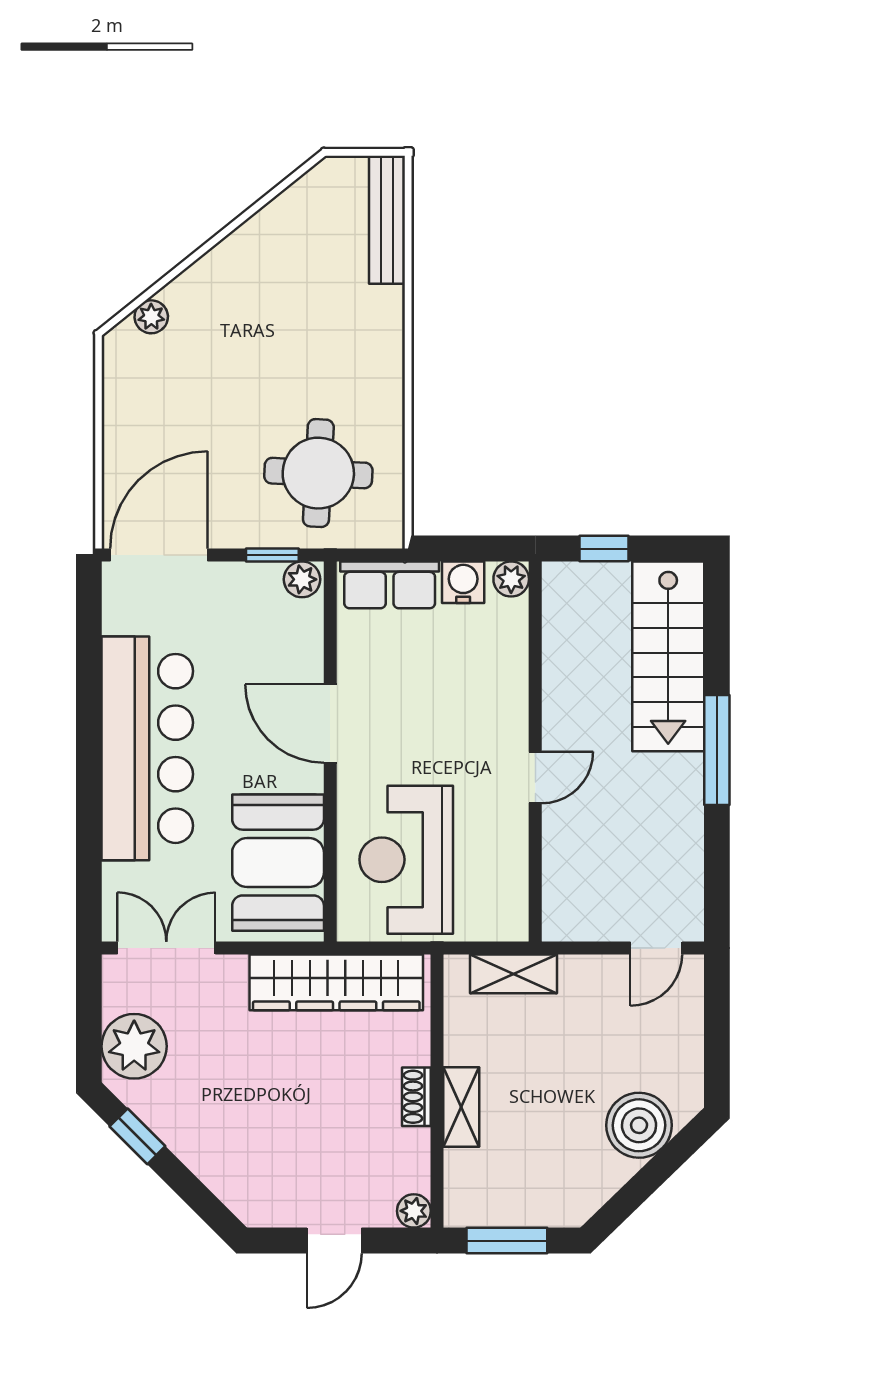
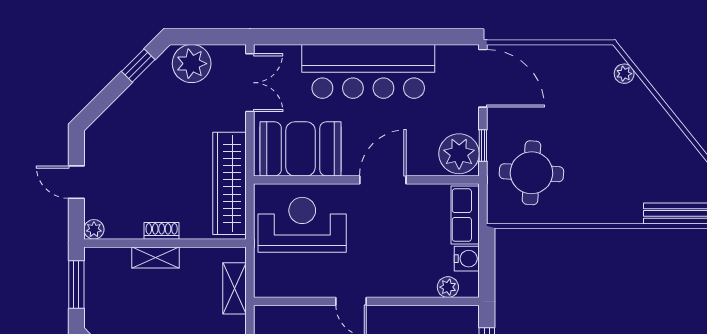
plant: (302, 579) -> (459, 154), width x1.87, depth x1.87
plant: (511, 579) -> (448, 287), moved

